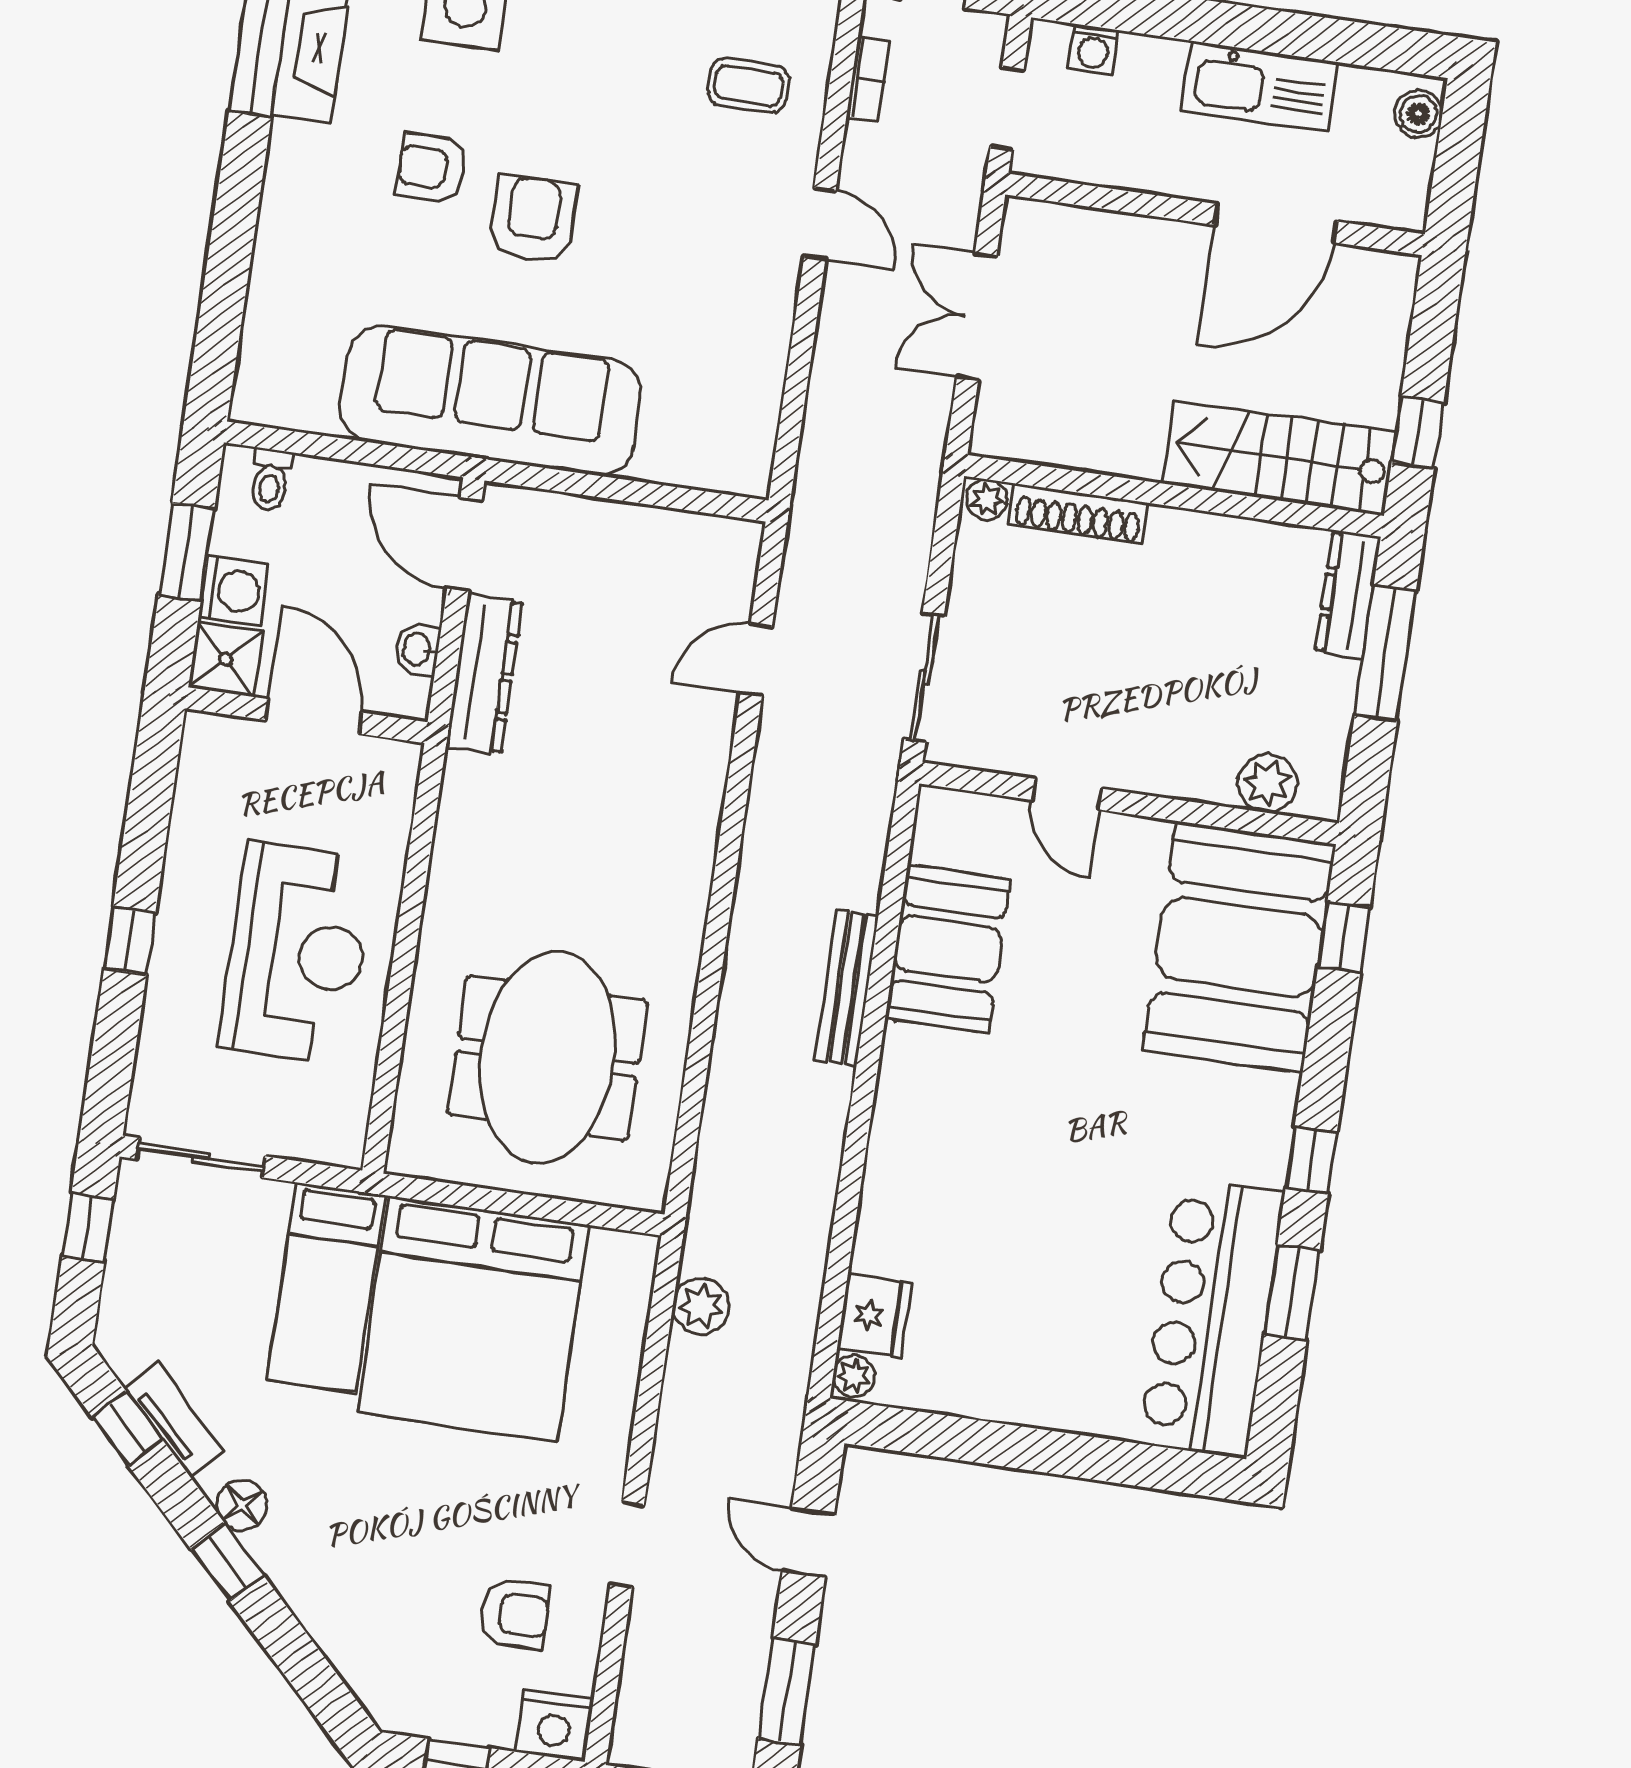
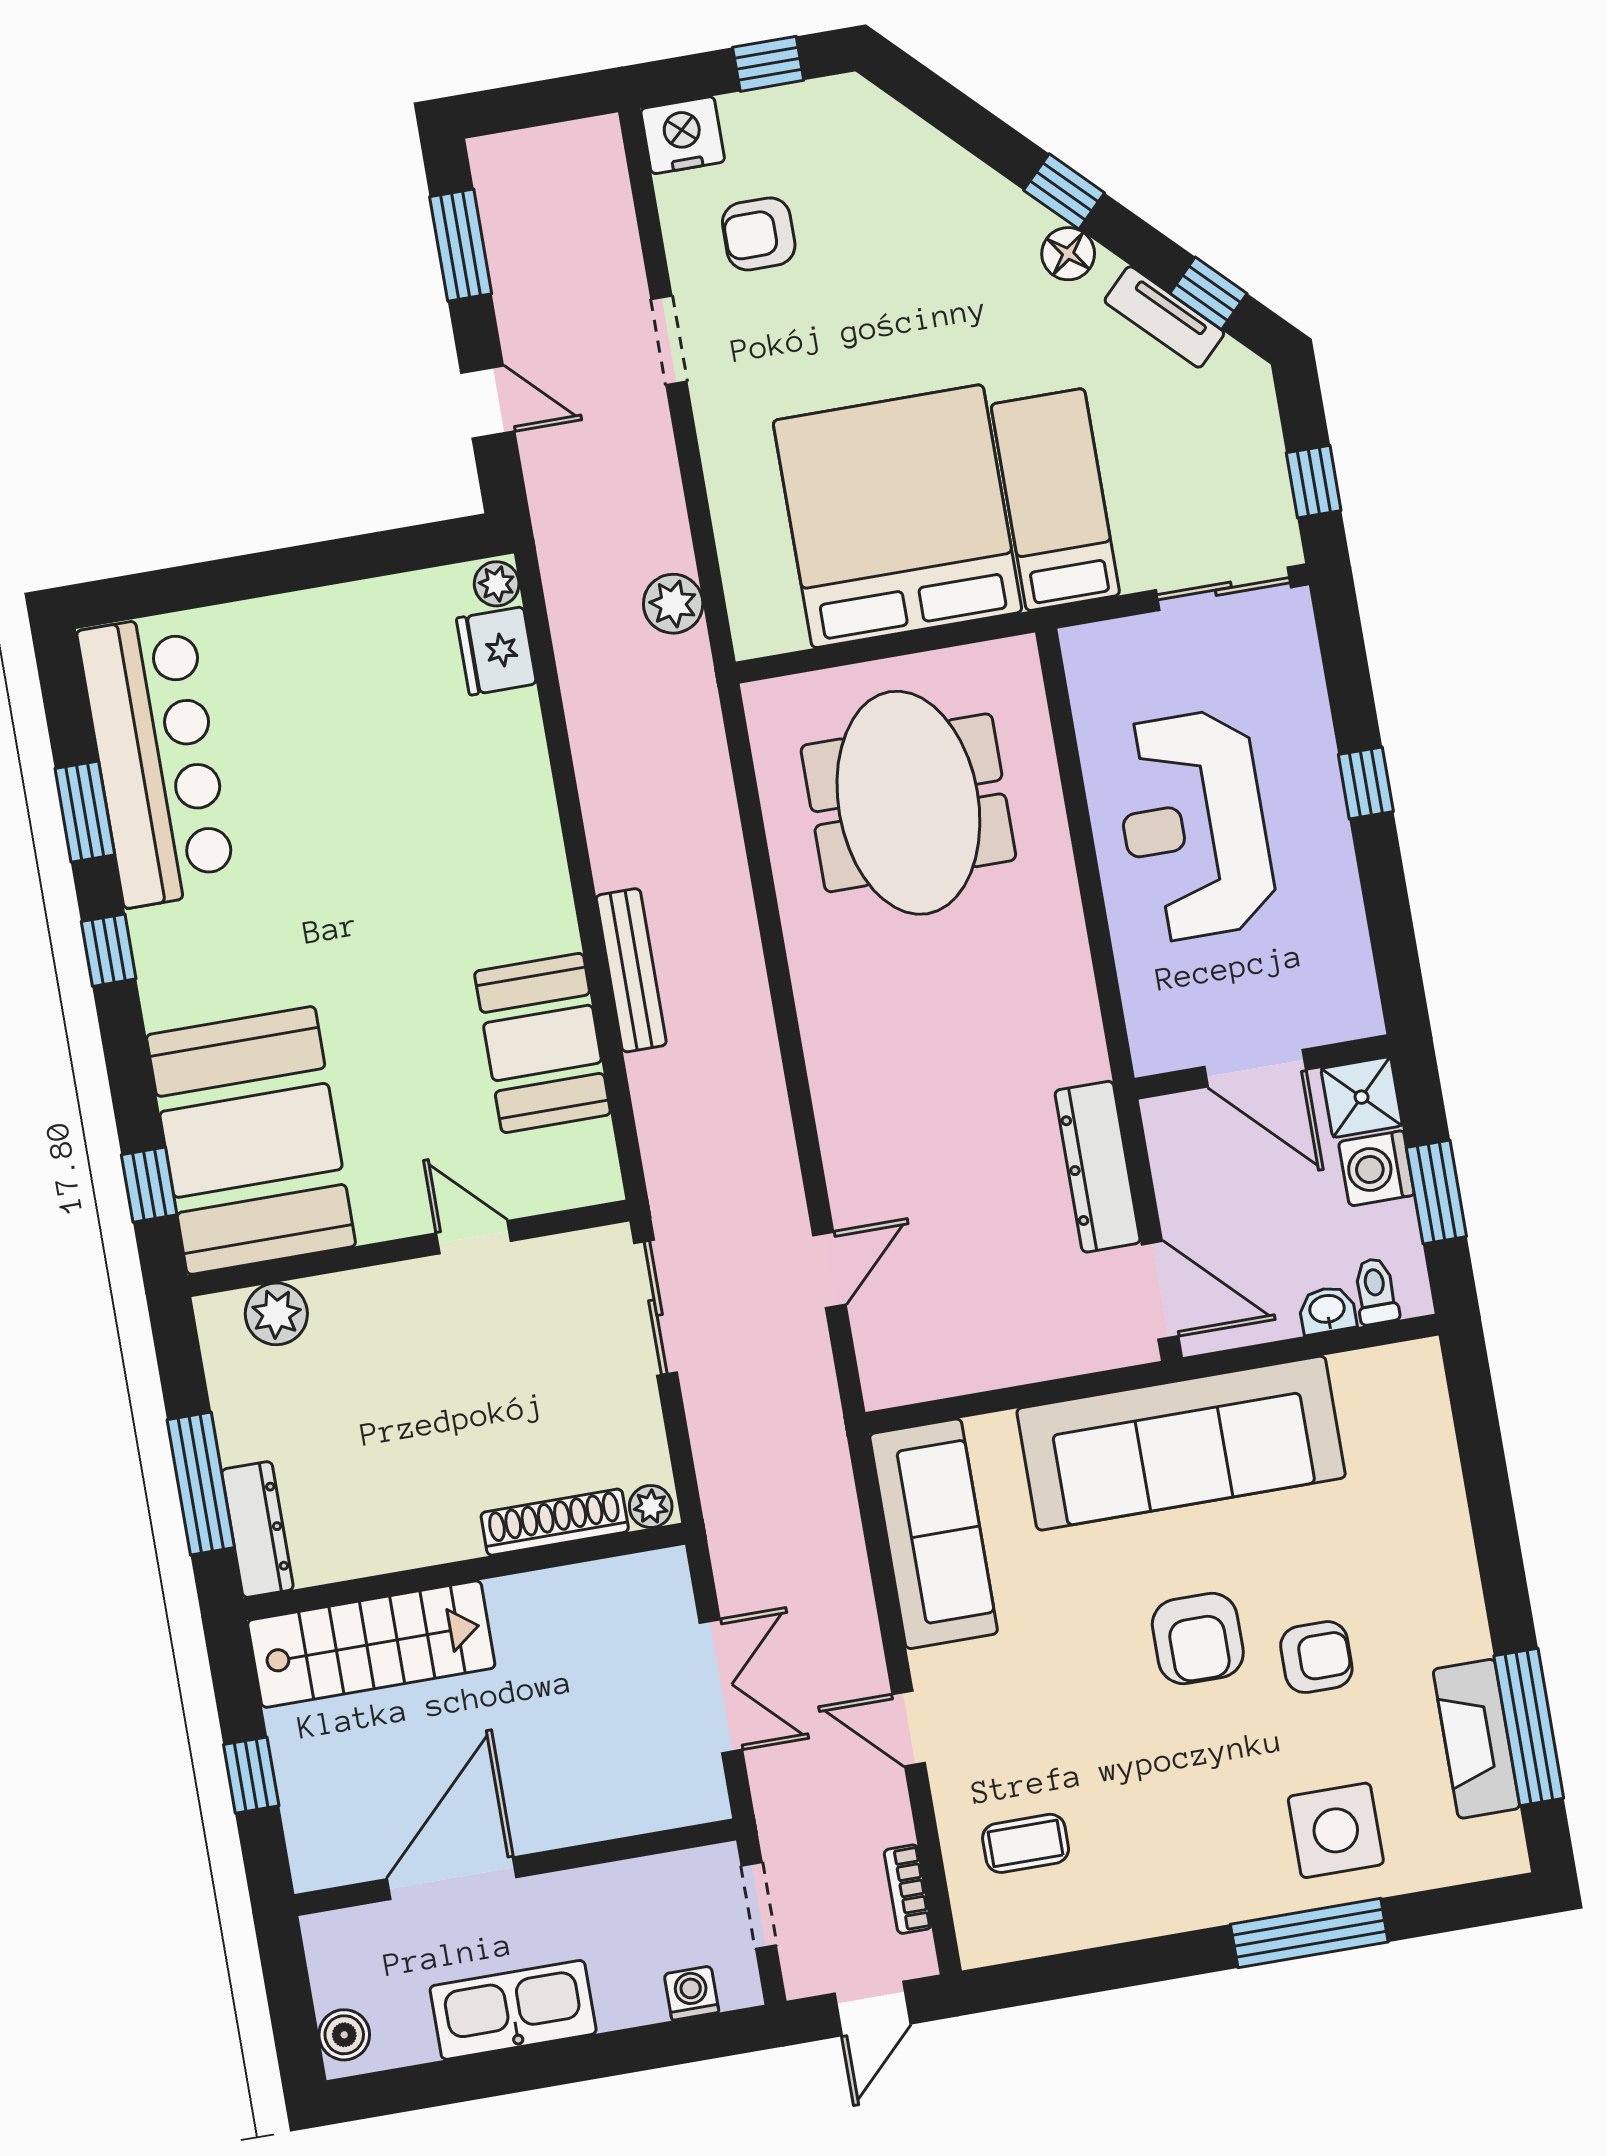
sofa: (740, 392) -> (934, 1534), added
window: (1417, 432) -> (251, 1775), moved
washbasin: (418, 649) -> (1327, 1310), moved, turned -90

